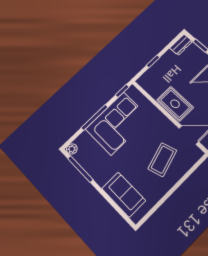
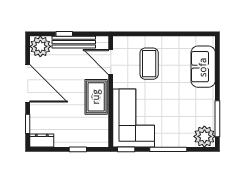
corner sofa: (117, 123) -> (134, 118), moved, turned 90
plant: (72, 149) -> (204, 136), width x1.88, depth x1.88
coffee table: (162, 160) -> (149, 64), turned -73

